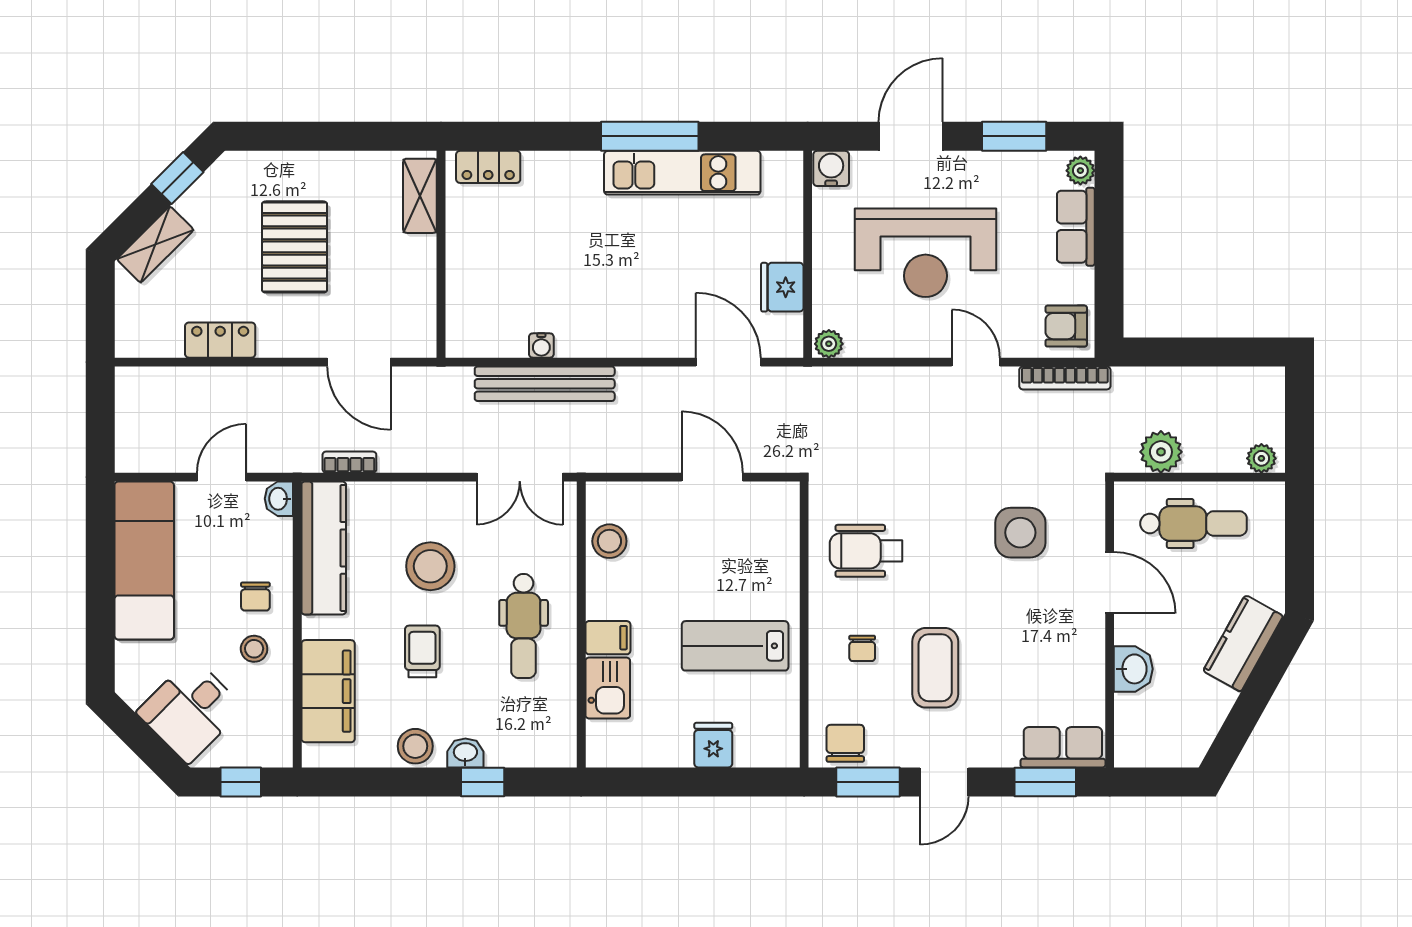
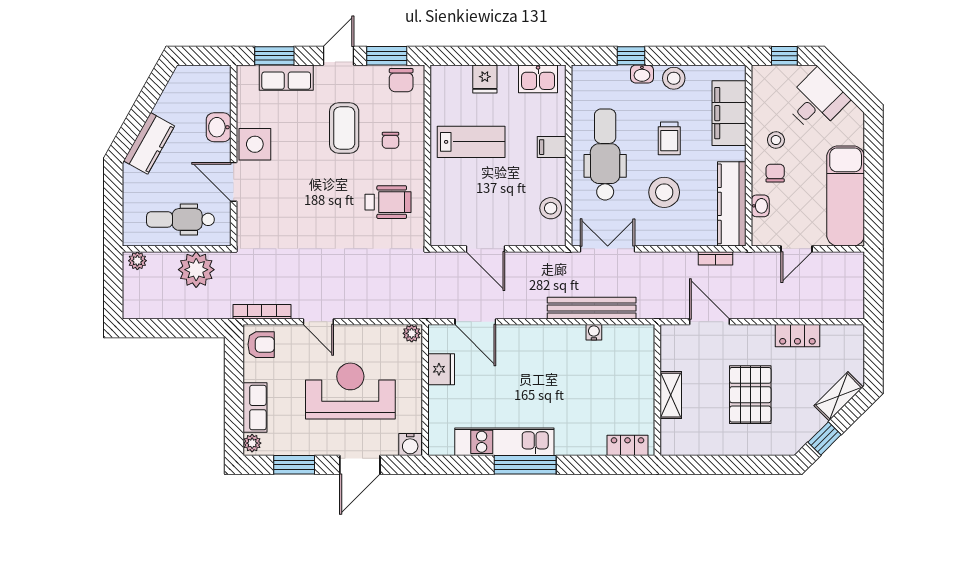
shelving: (420, 196) -> (671, 395), moved
plant: (1161, 452) -> (196, 270), width x1.36, depth x1.36
washbasin: (279, 499) -> (760, 206), moved
side table: (1020, 533) -> (255, 144), moved
dental chair: (524, 626) -> (605, 154), width x1.36, depth x1.38
chair: (862, 648) -> (390, 140), turned 180
kitchen sink: (608, 688) -> (538, 79), moved, turned -90
row of seats: (1063, 747) -> (286, 78), moved

